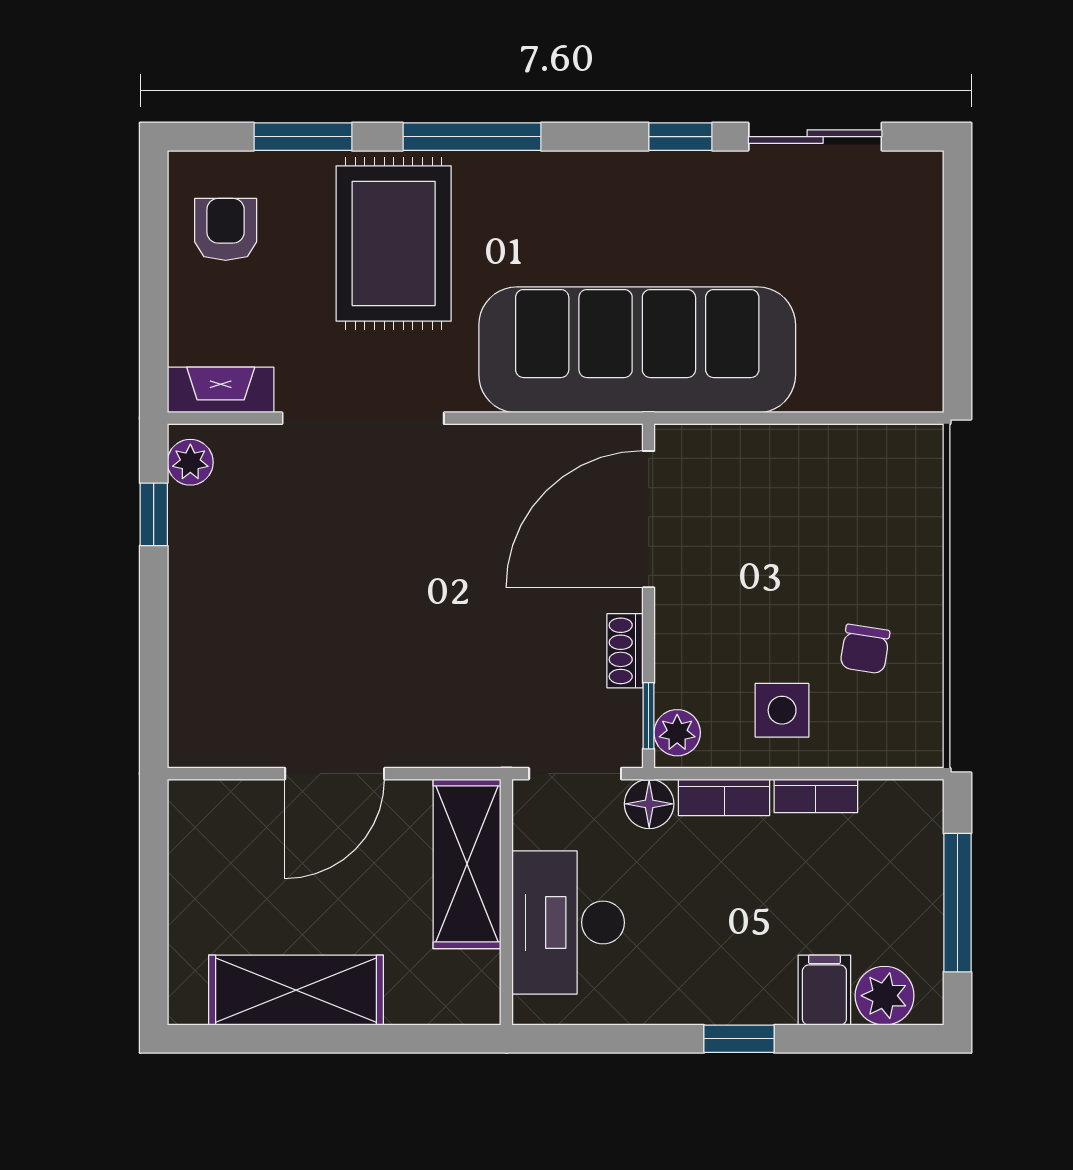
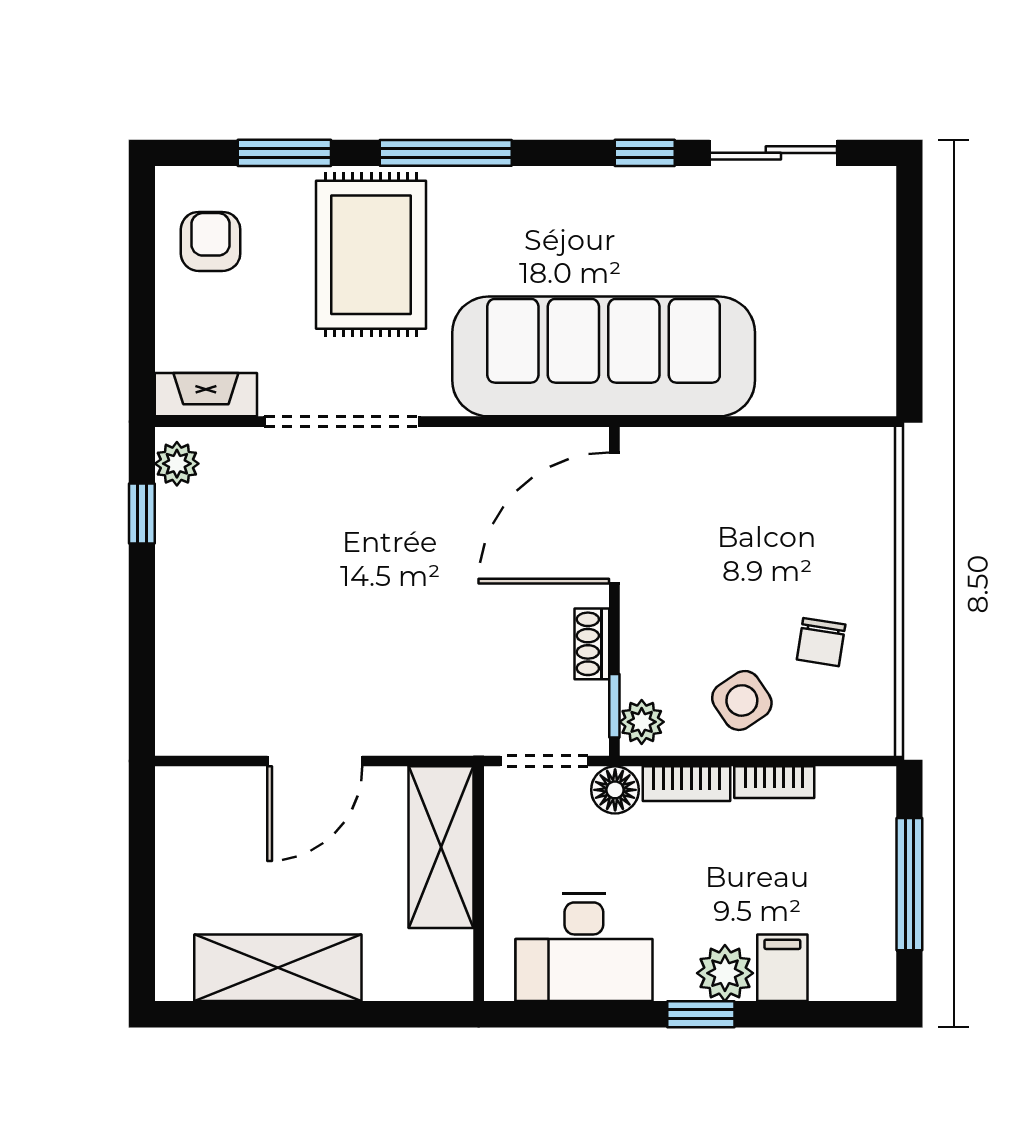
side table: (782, 710) -> (742, 700), turned -34
desk: (568, 922) -> (584, 947), moved, turned -90
plant: (885, 996) -> (725, 973), moved

